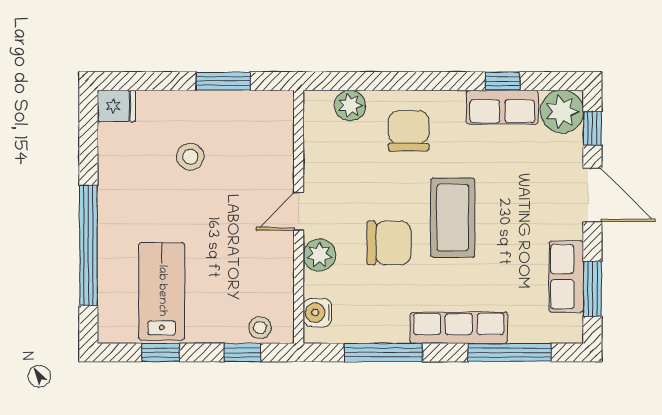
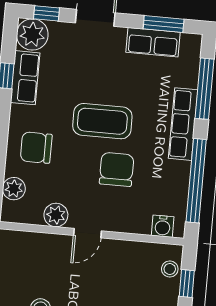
door: (299, 211) -> (88, 233), hinge flipped
plant: (319, 255) -> (56, 215), moved
window: (383, 352) -> (196, 181), width x1.46

